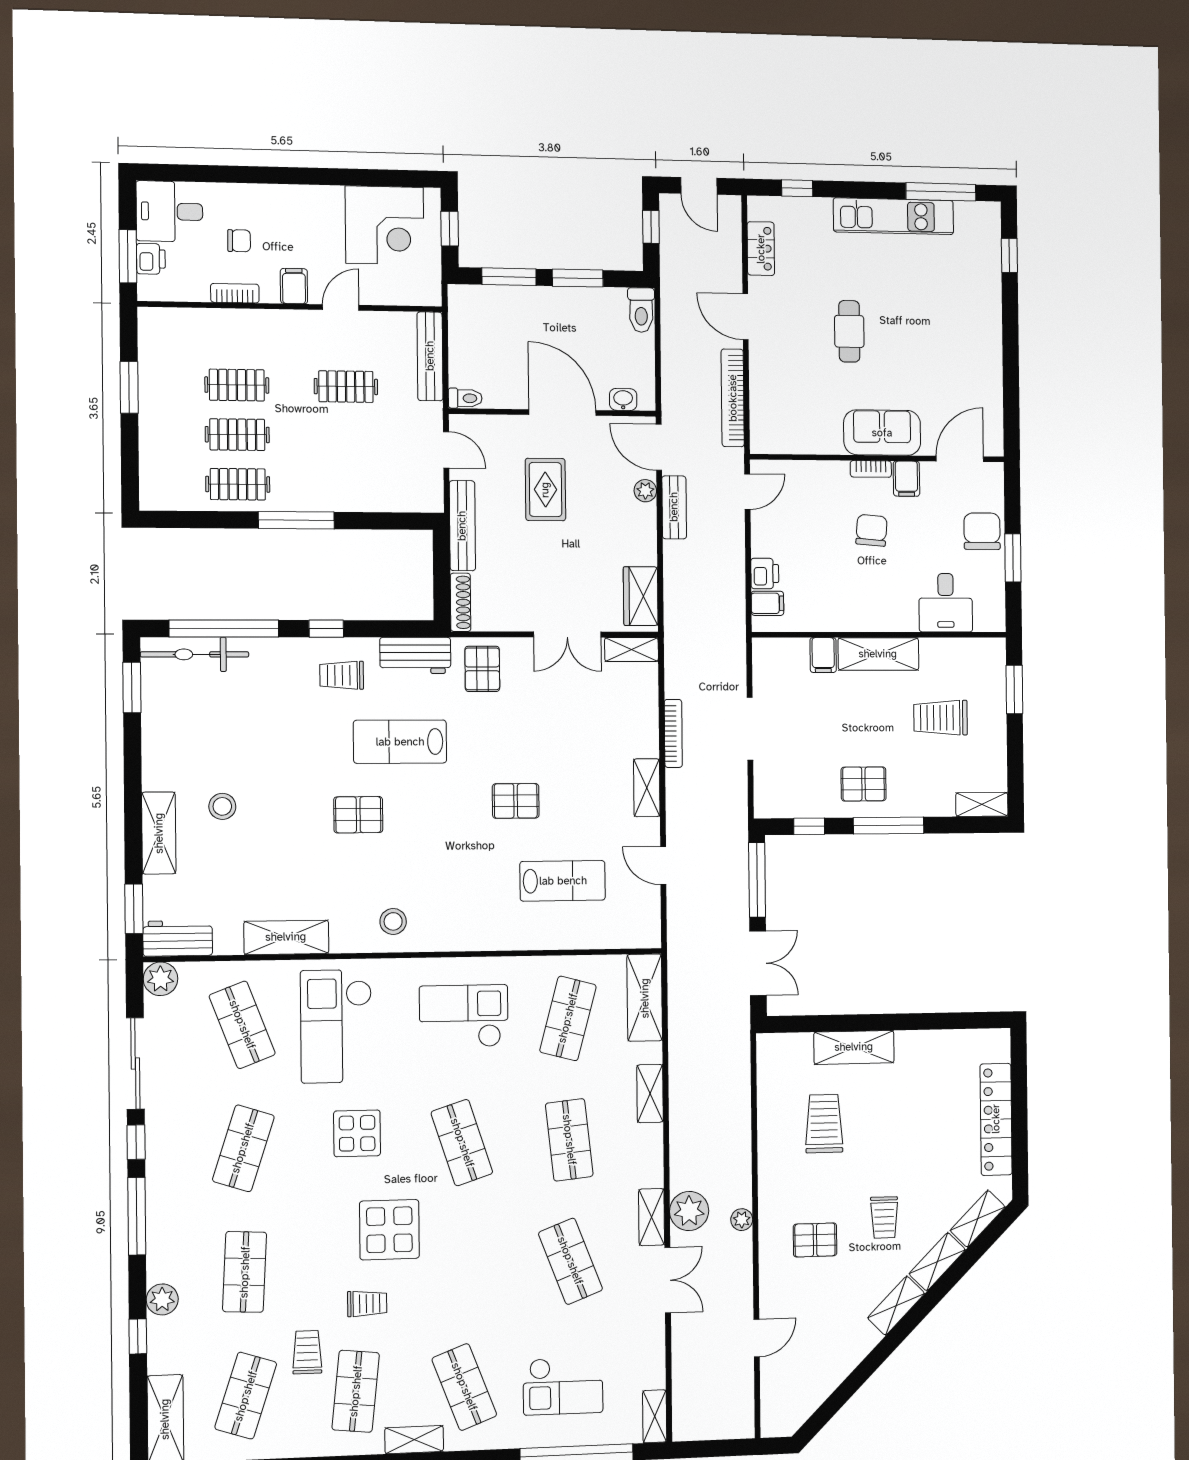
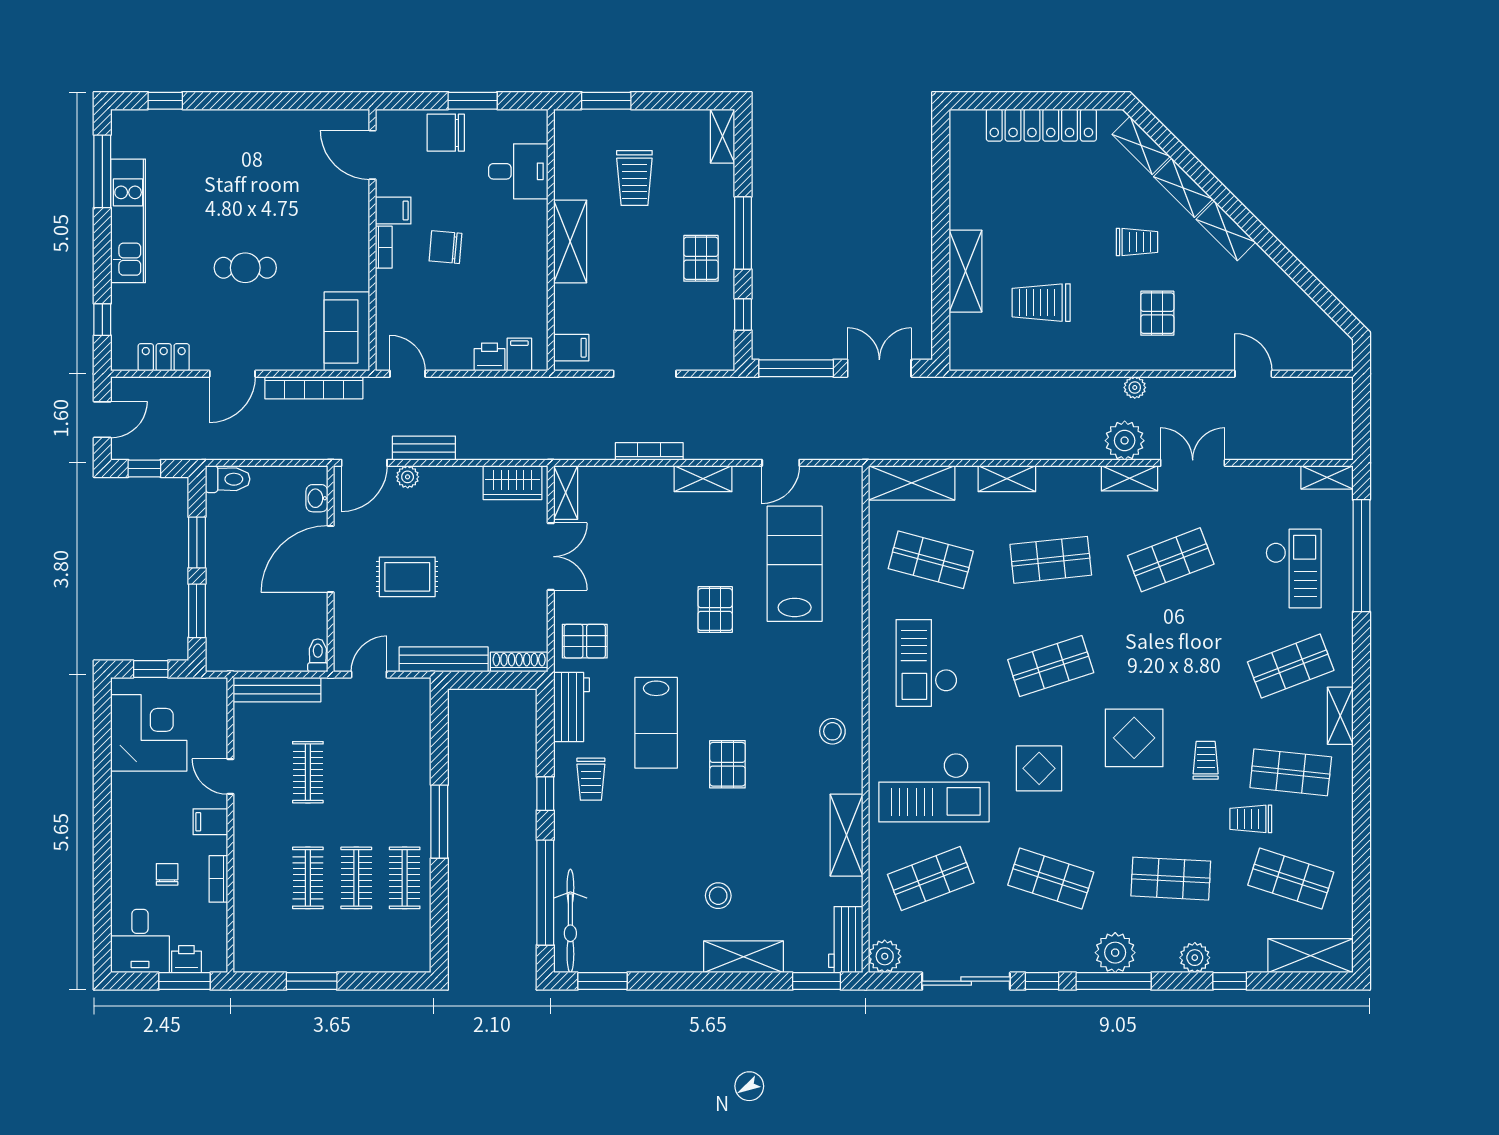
sofa: (882, 433) -> (347, 331), moved
filing cabinet: (823, 655) -> (571, 348), moved
lab bench: (563, 881) -> (795, 564), width x1.36, depth x1.39
plant: (167, 1217) -> (1115, 953), added

